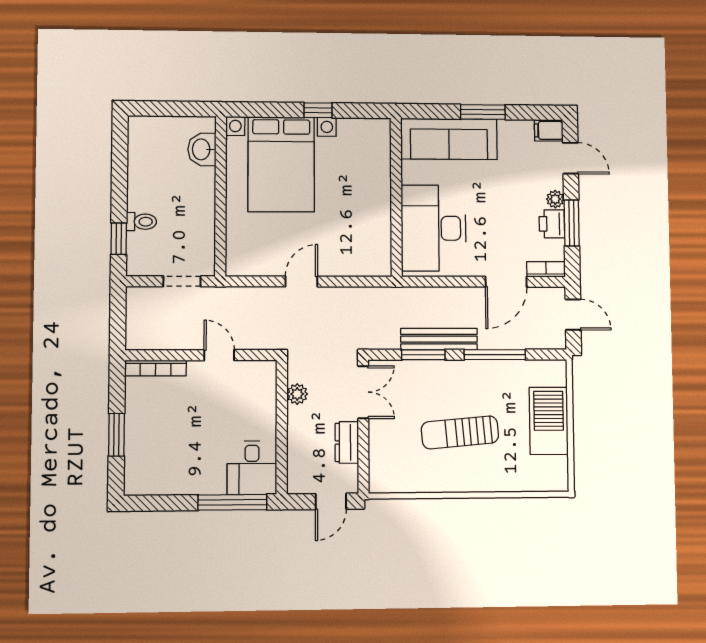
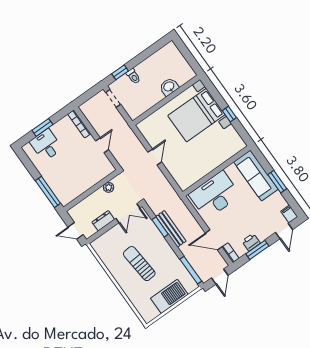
washbasin: (202, 149) -> (169, 87), moved
plant: (555, 199) -> (262, 236), removed
doorway: (182, 281) -> (113, 98), moved
door: (301, 281) -> (155, 157), hinge flipped
window: (495, 355) -> (191, 270), moved
desk: (252, 468) -> (46, 145), moved, turned 90

